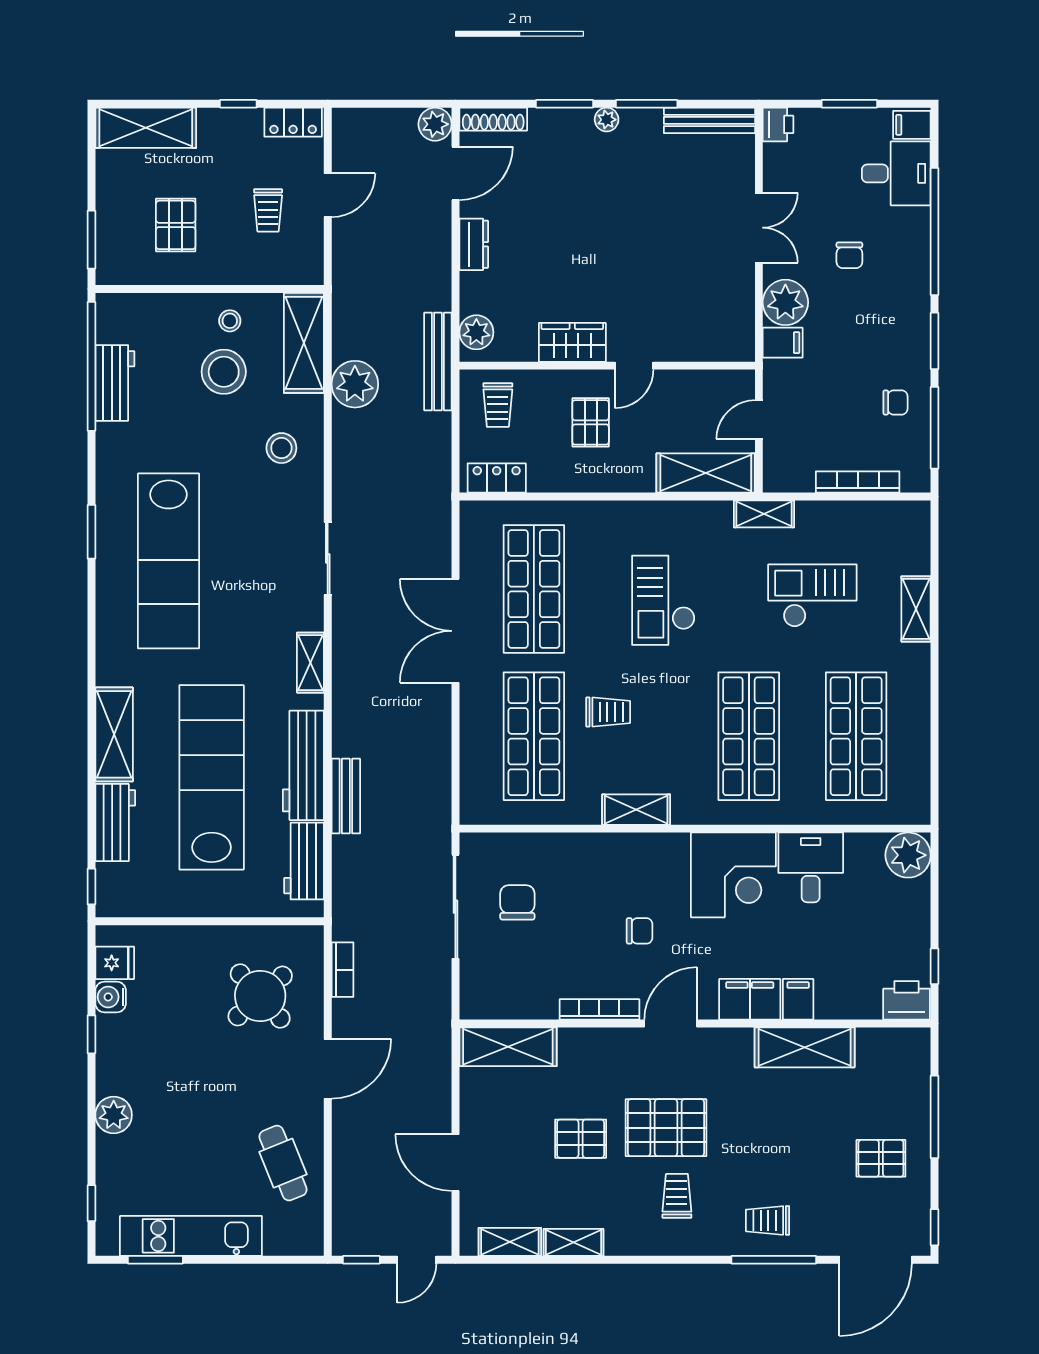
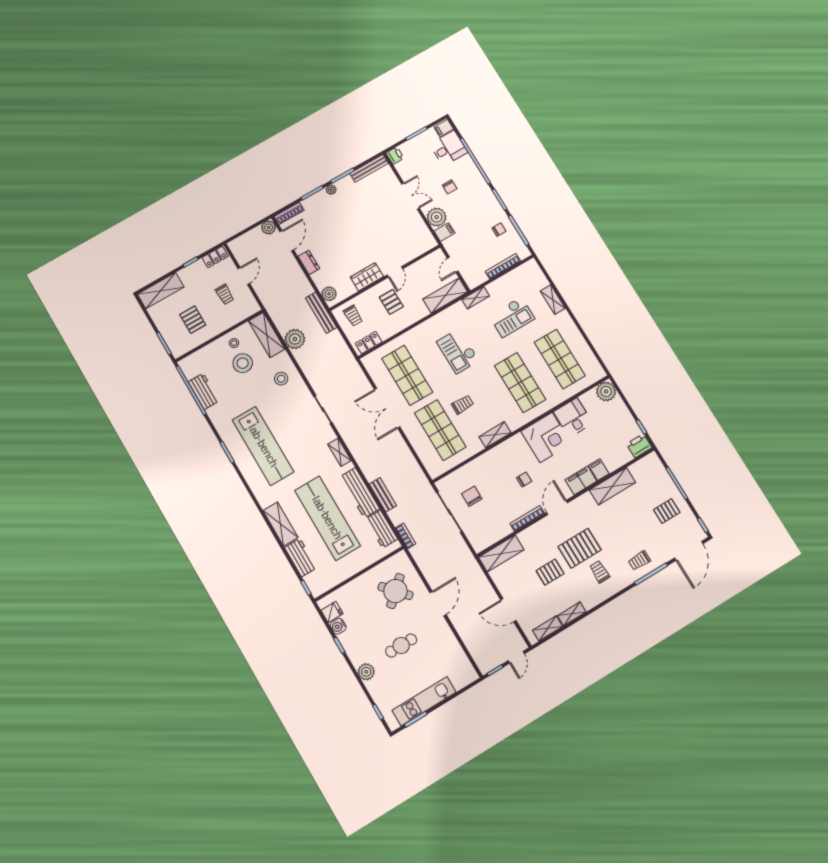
checkout: (812, 596) -> (512, 317), turned 180
bookcase: (343, 970) -> (406, 536), moved
cafe table: (283, 1163) -> (401, 645), moved, turned -68

